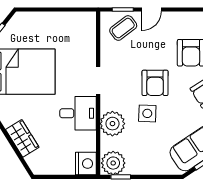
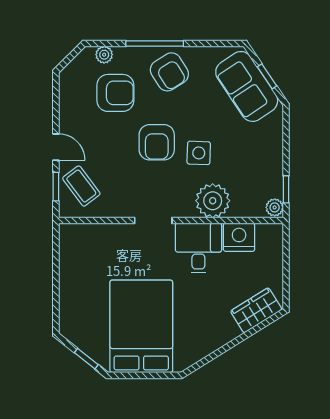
armchair: (155, 83) -> (157, 142), turned 90
wardrobe: (22, 138) -> (256, 310), moved
plant: (113, 163) -> (275, 207), width x0.53, depth x0.53
nightstand: (86, 164) -> (239, 237), moved

